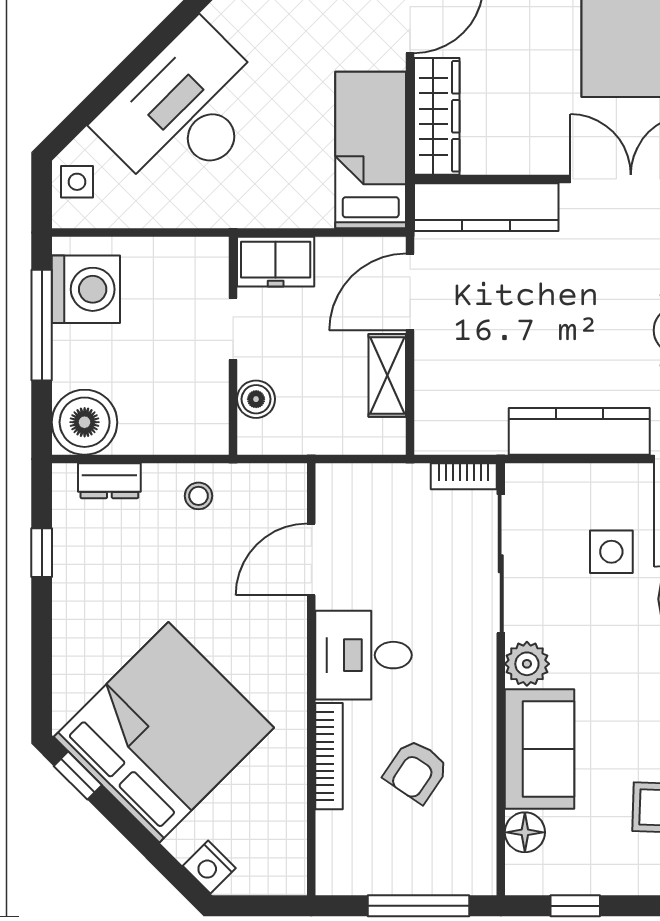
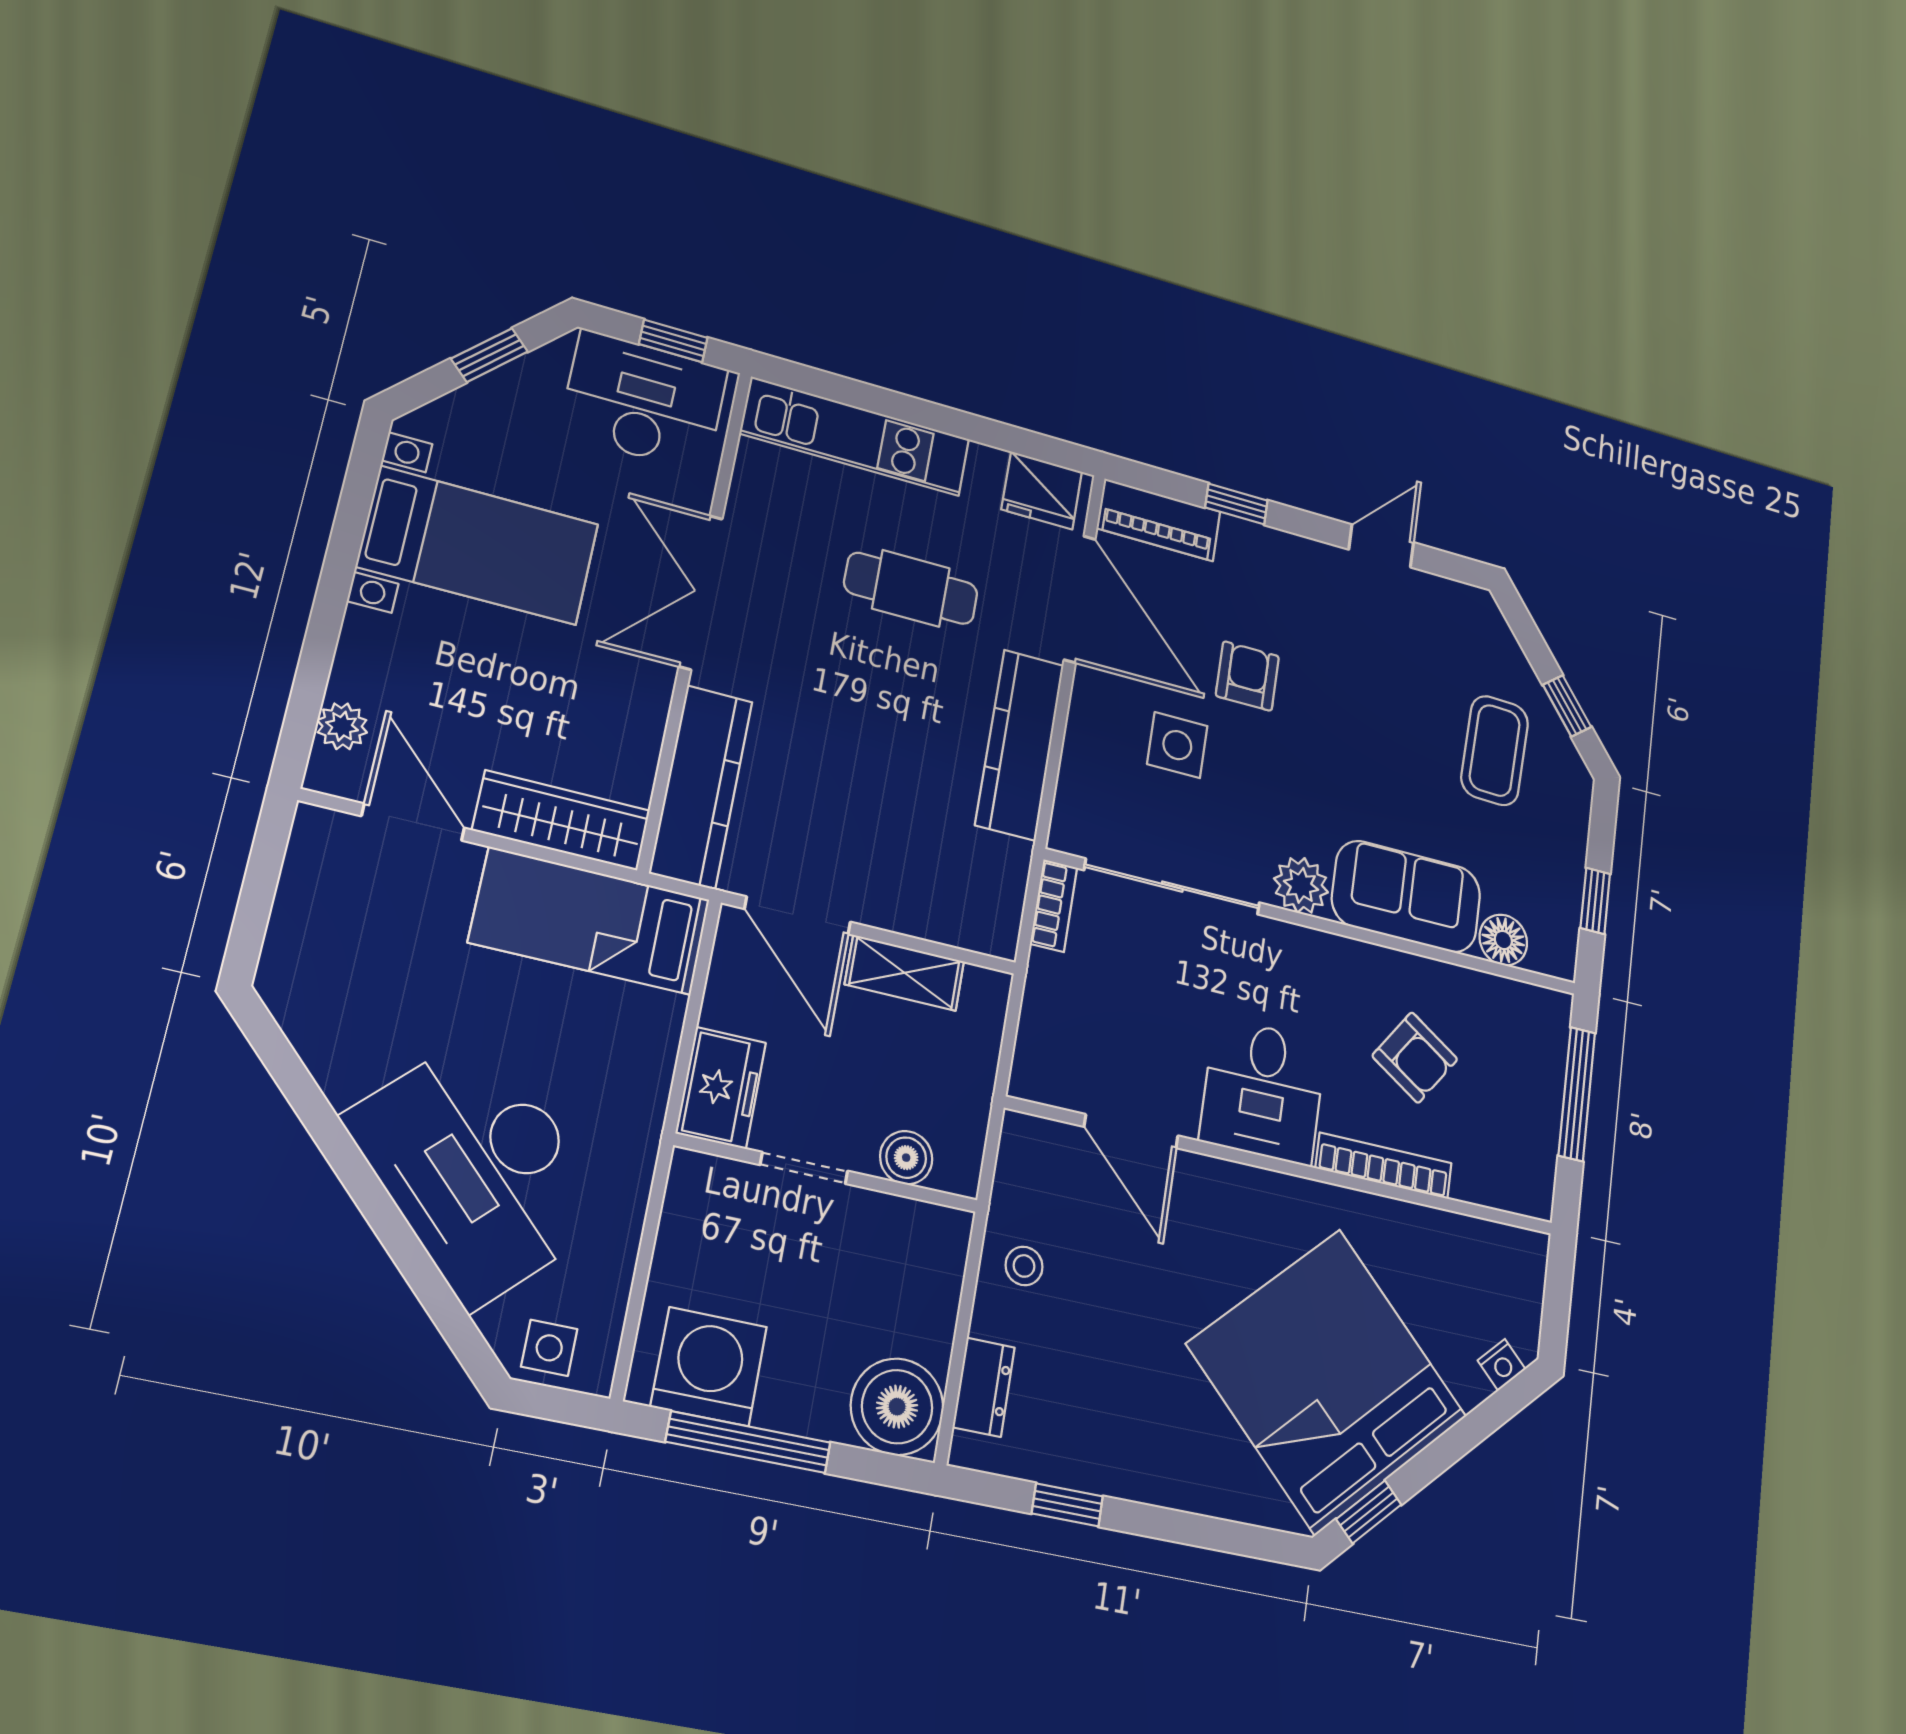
nightstand: (209, 867) -> (1502, 1365), width x0.72, depth x0.74

